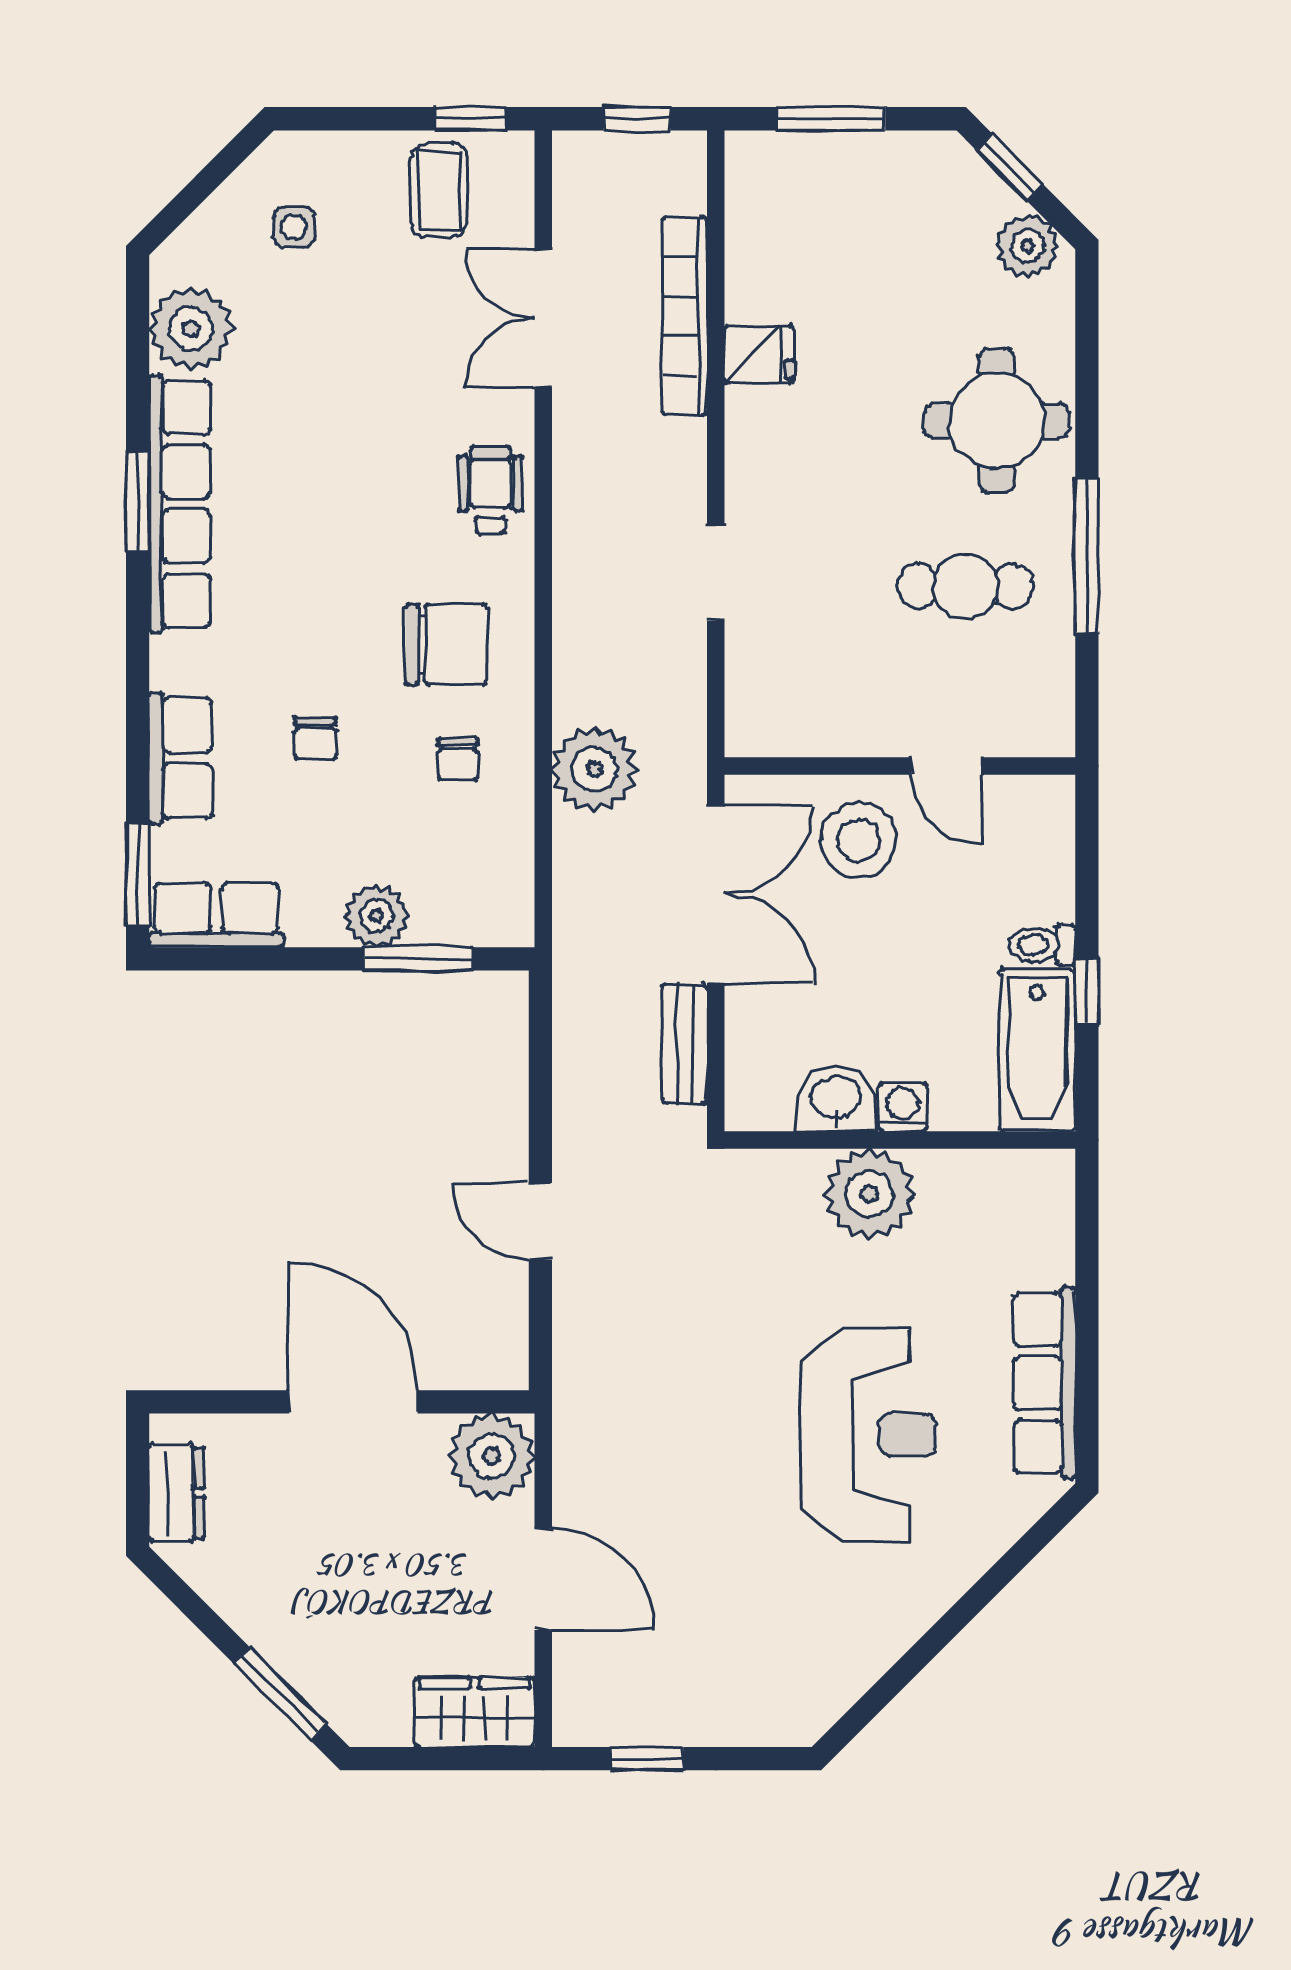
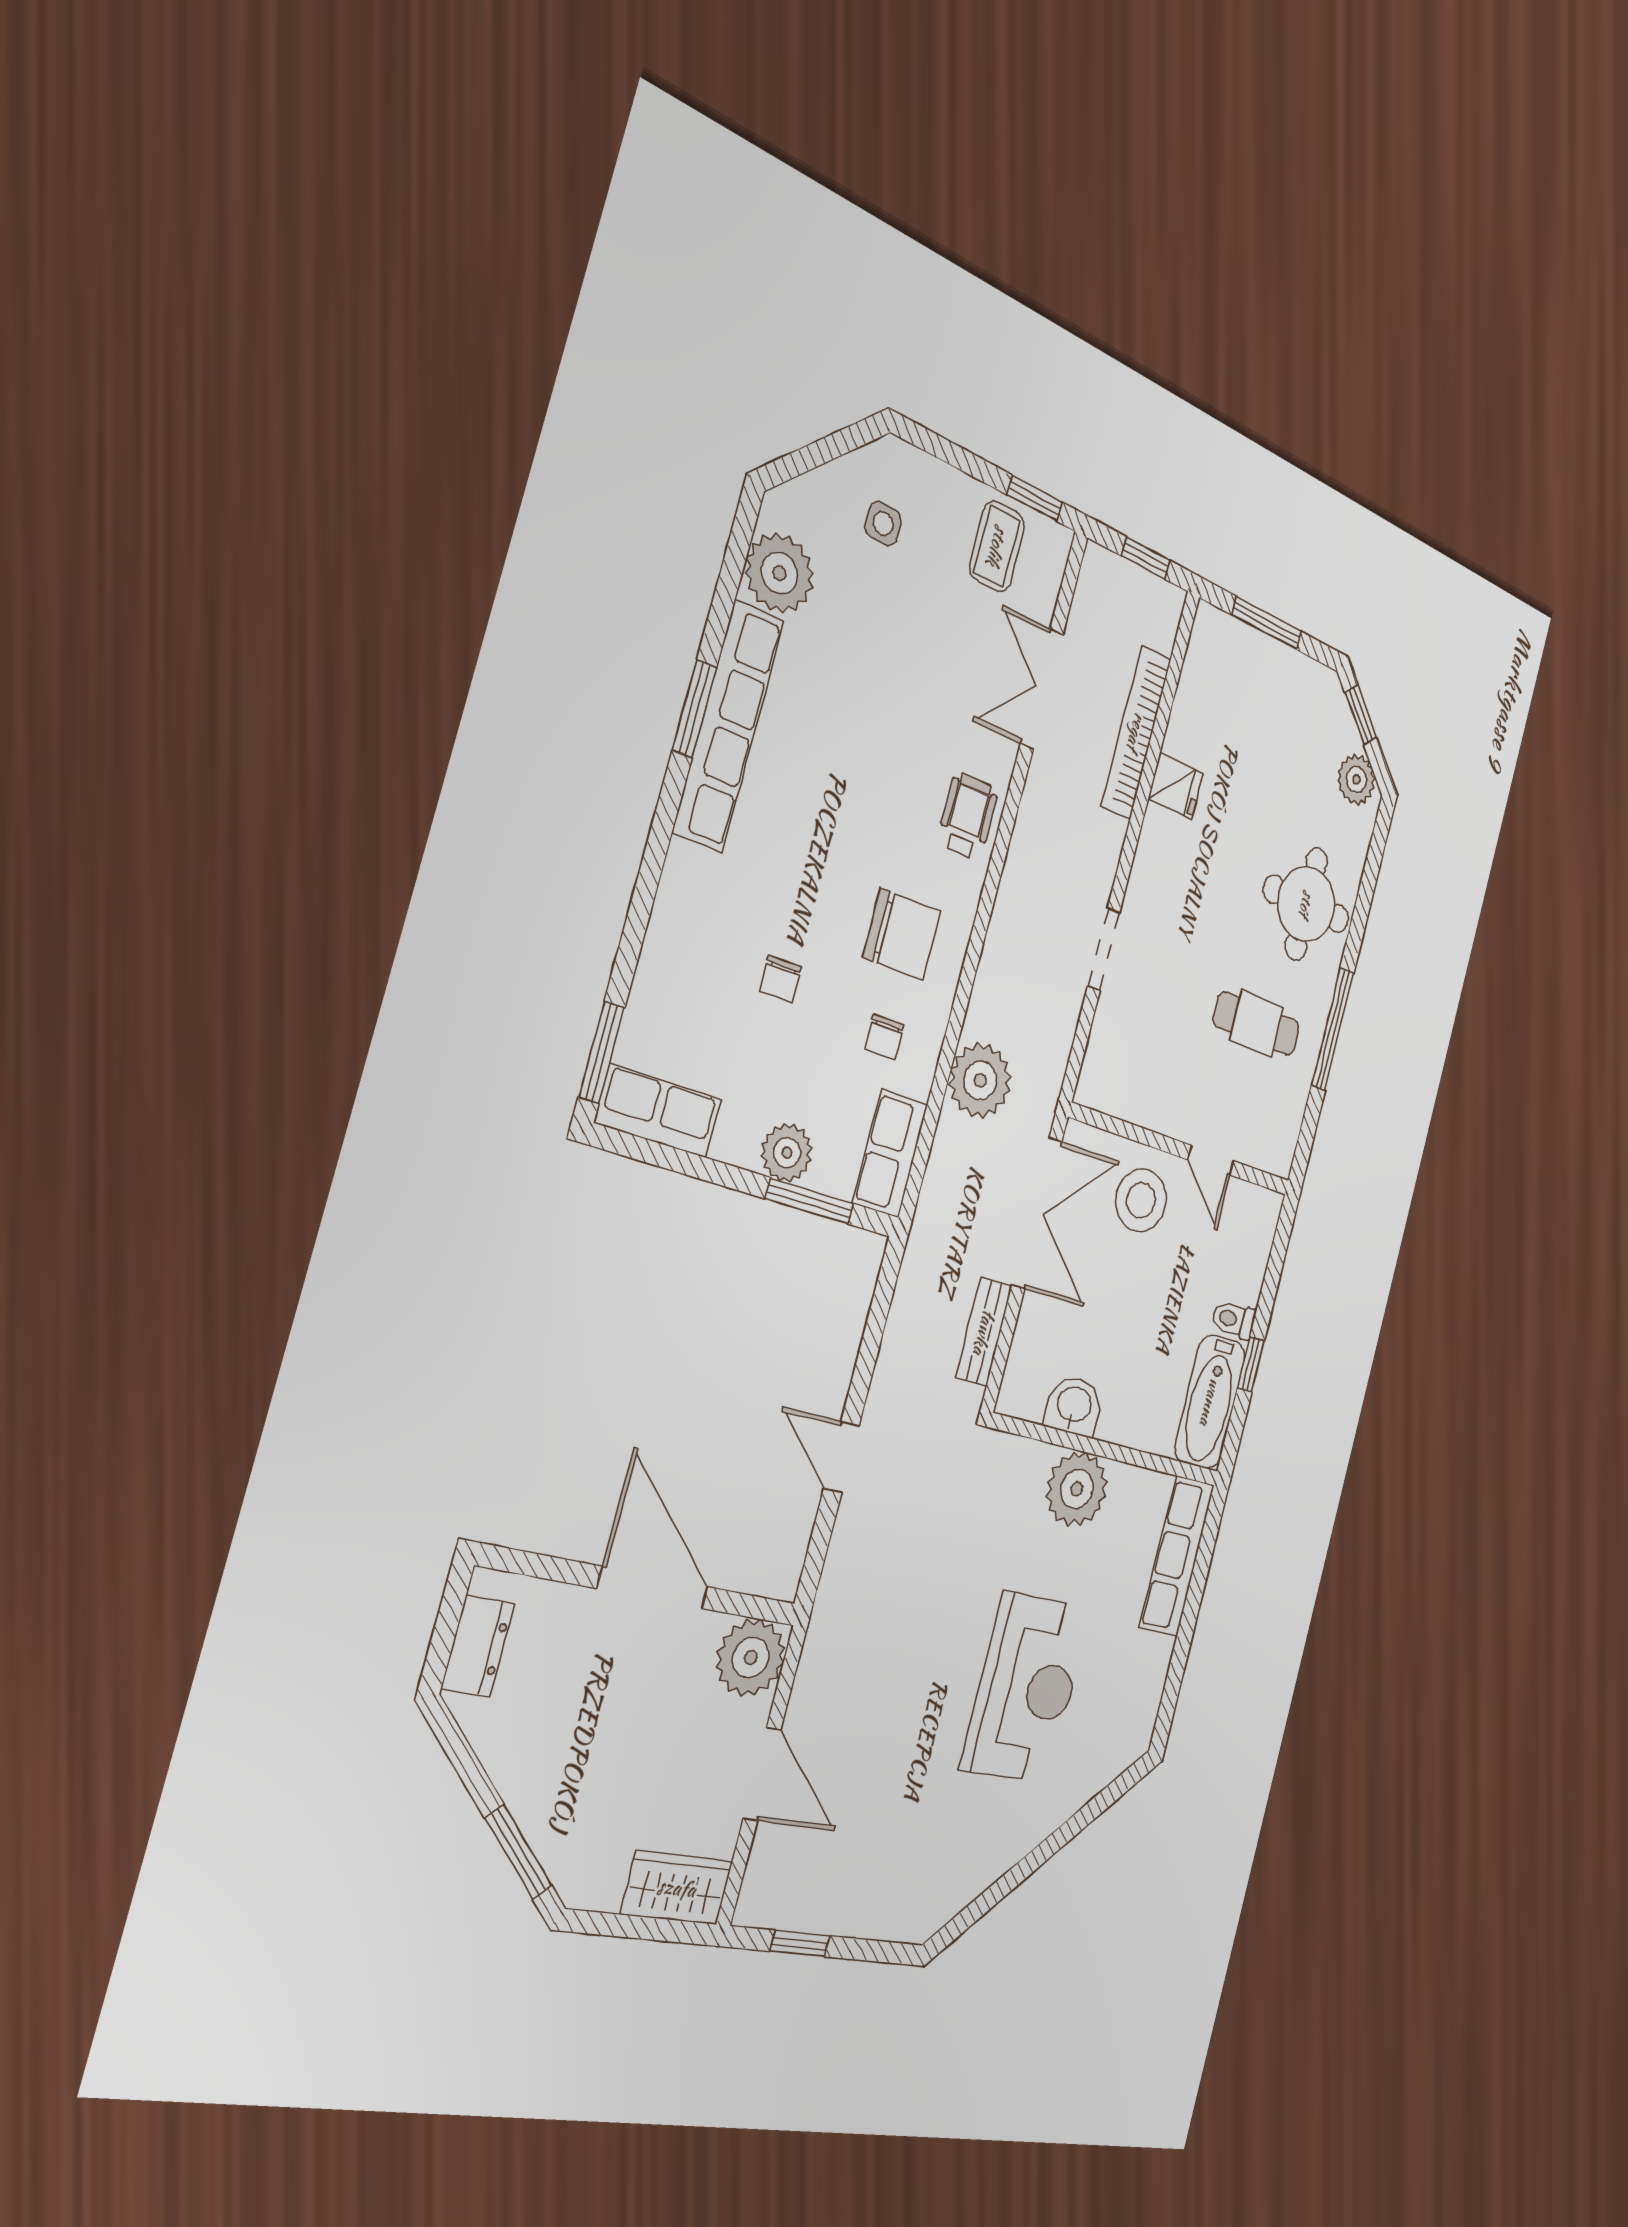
row of seats: (181, 758) -> (890, 1154), moved, turned 180
washing machine: (903, 1107) -> (1116, 1424), removed
row of seats: (1044, 1383) -> (1177, 1556), moved

